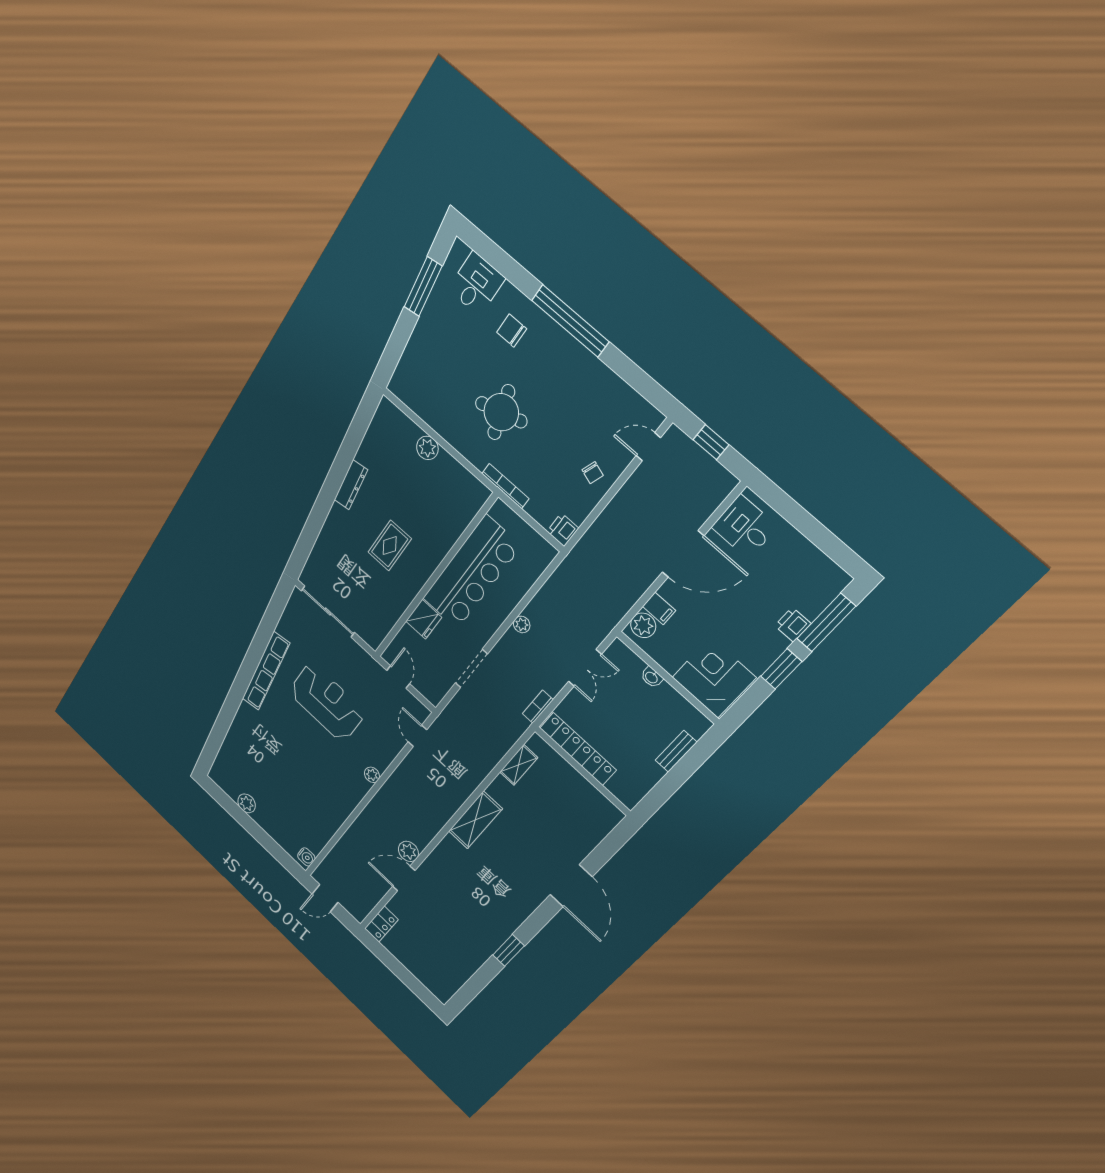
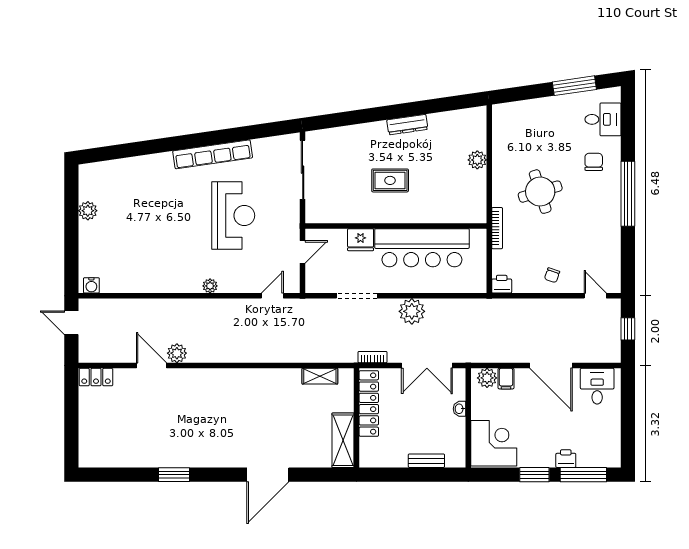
plant: (522, 624) -> (412, 311), width x1.88, depth x1.88
double door: (585, 668) -> (427, 366), width x1.37
shelving: (475, 820) -> (343, 440), moved, turned 90

